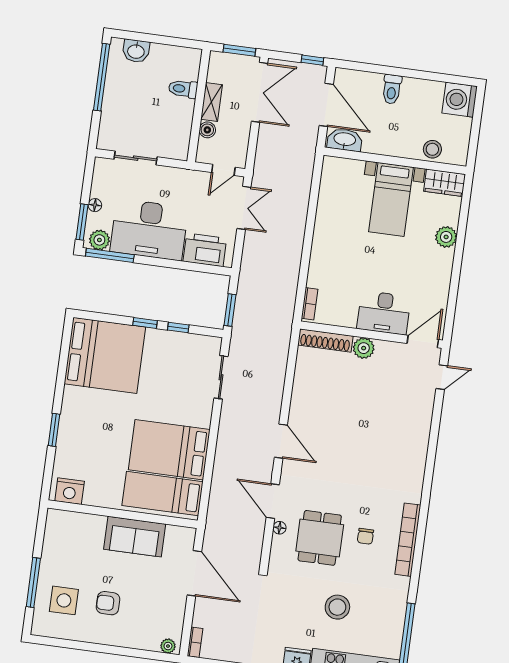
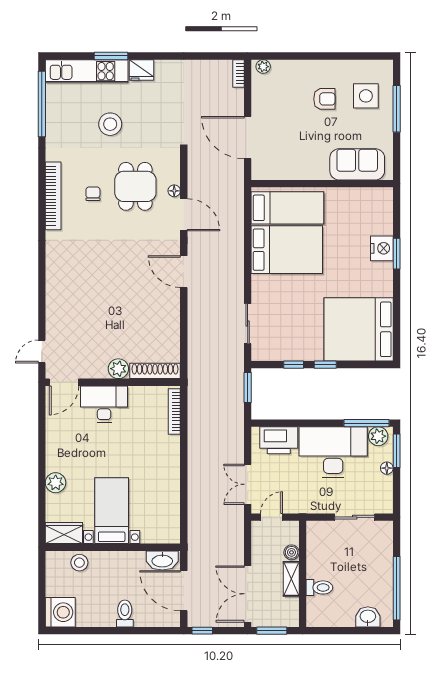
bookcase: (310, 304) -> (174, 412), width x1.56
nightstand: (70, 491) -> (382, 248), moved, turned 90
sofa: (135, 537) -> (357, 164), moved

